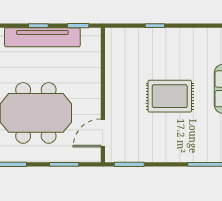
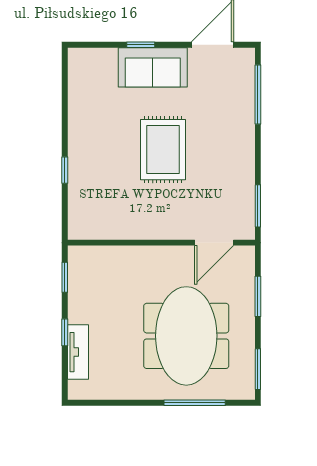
tv unit: (42, 37) -> (78, 352), width x0.52, depth x0.78
door: (103, 133) -> (214, 243), hinge flipped

